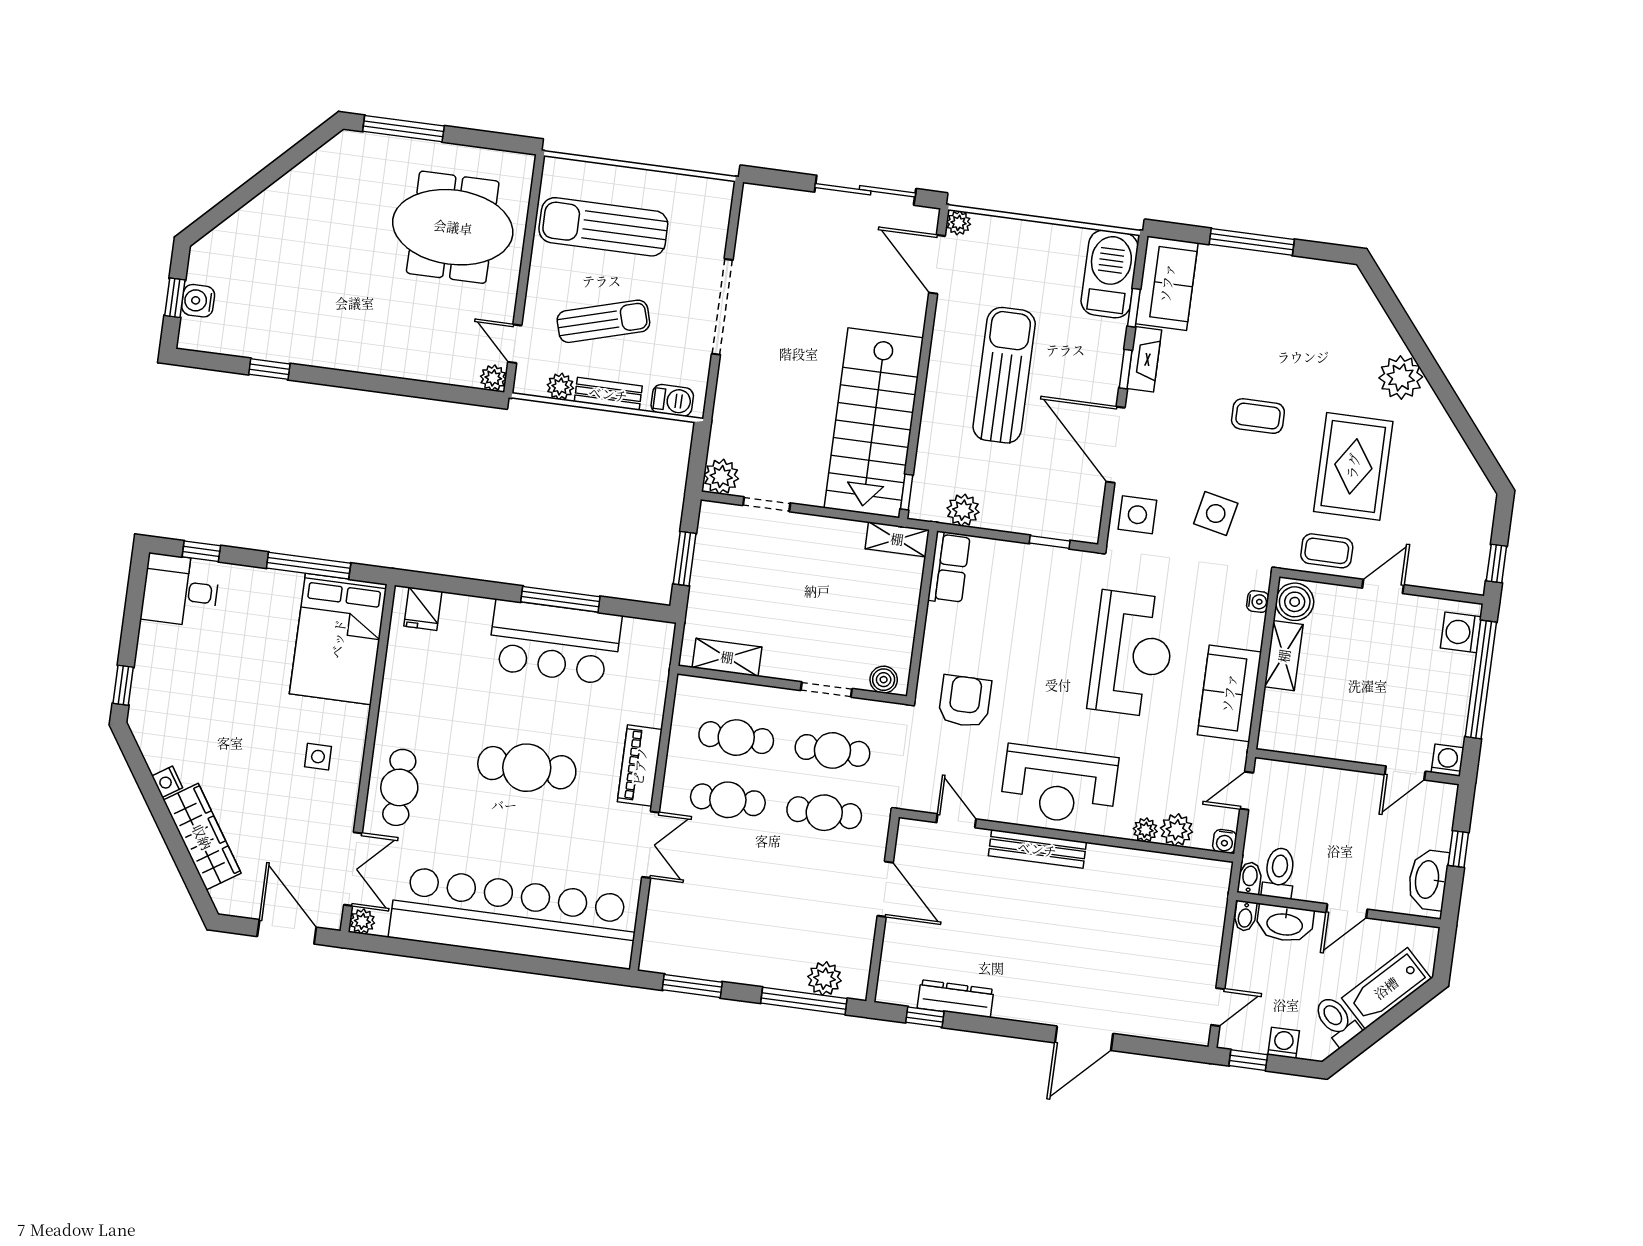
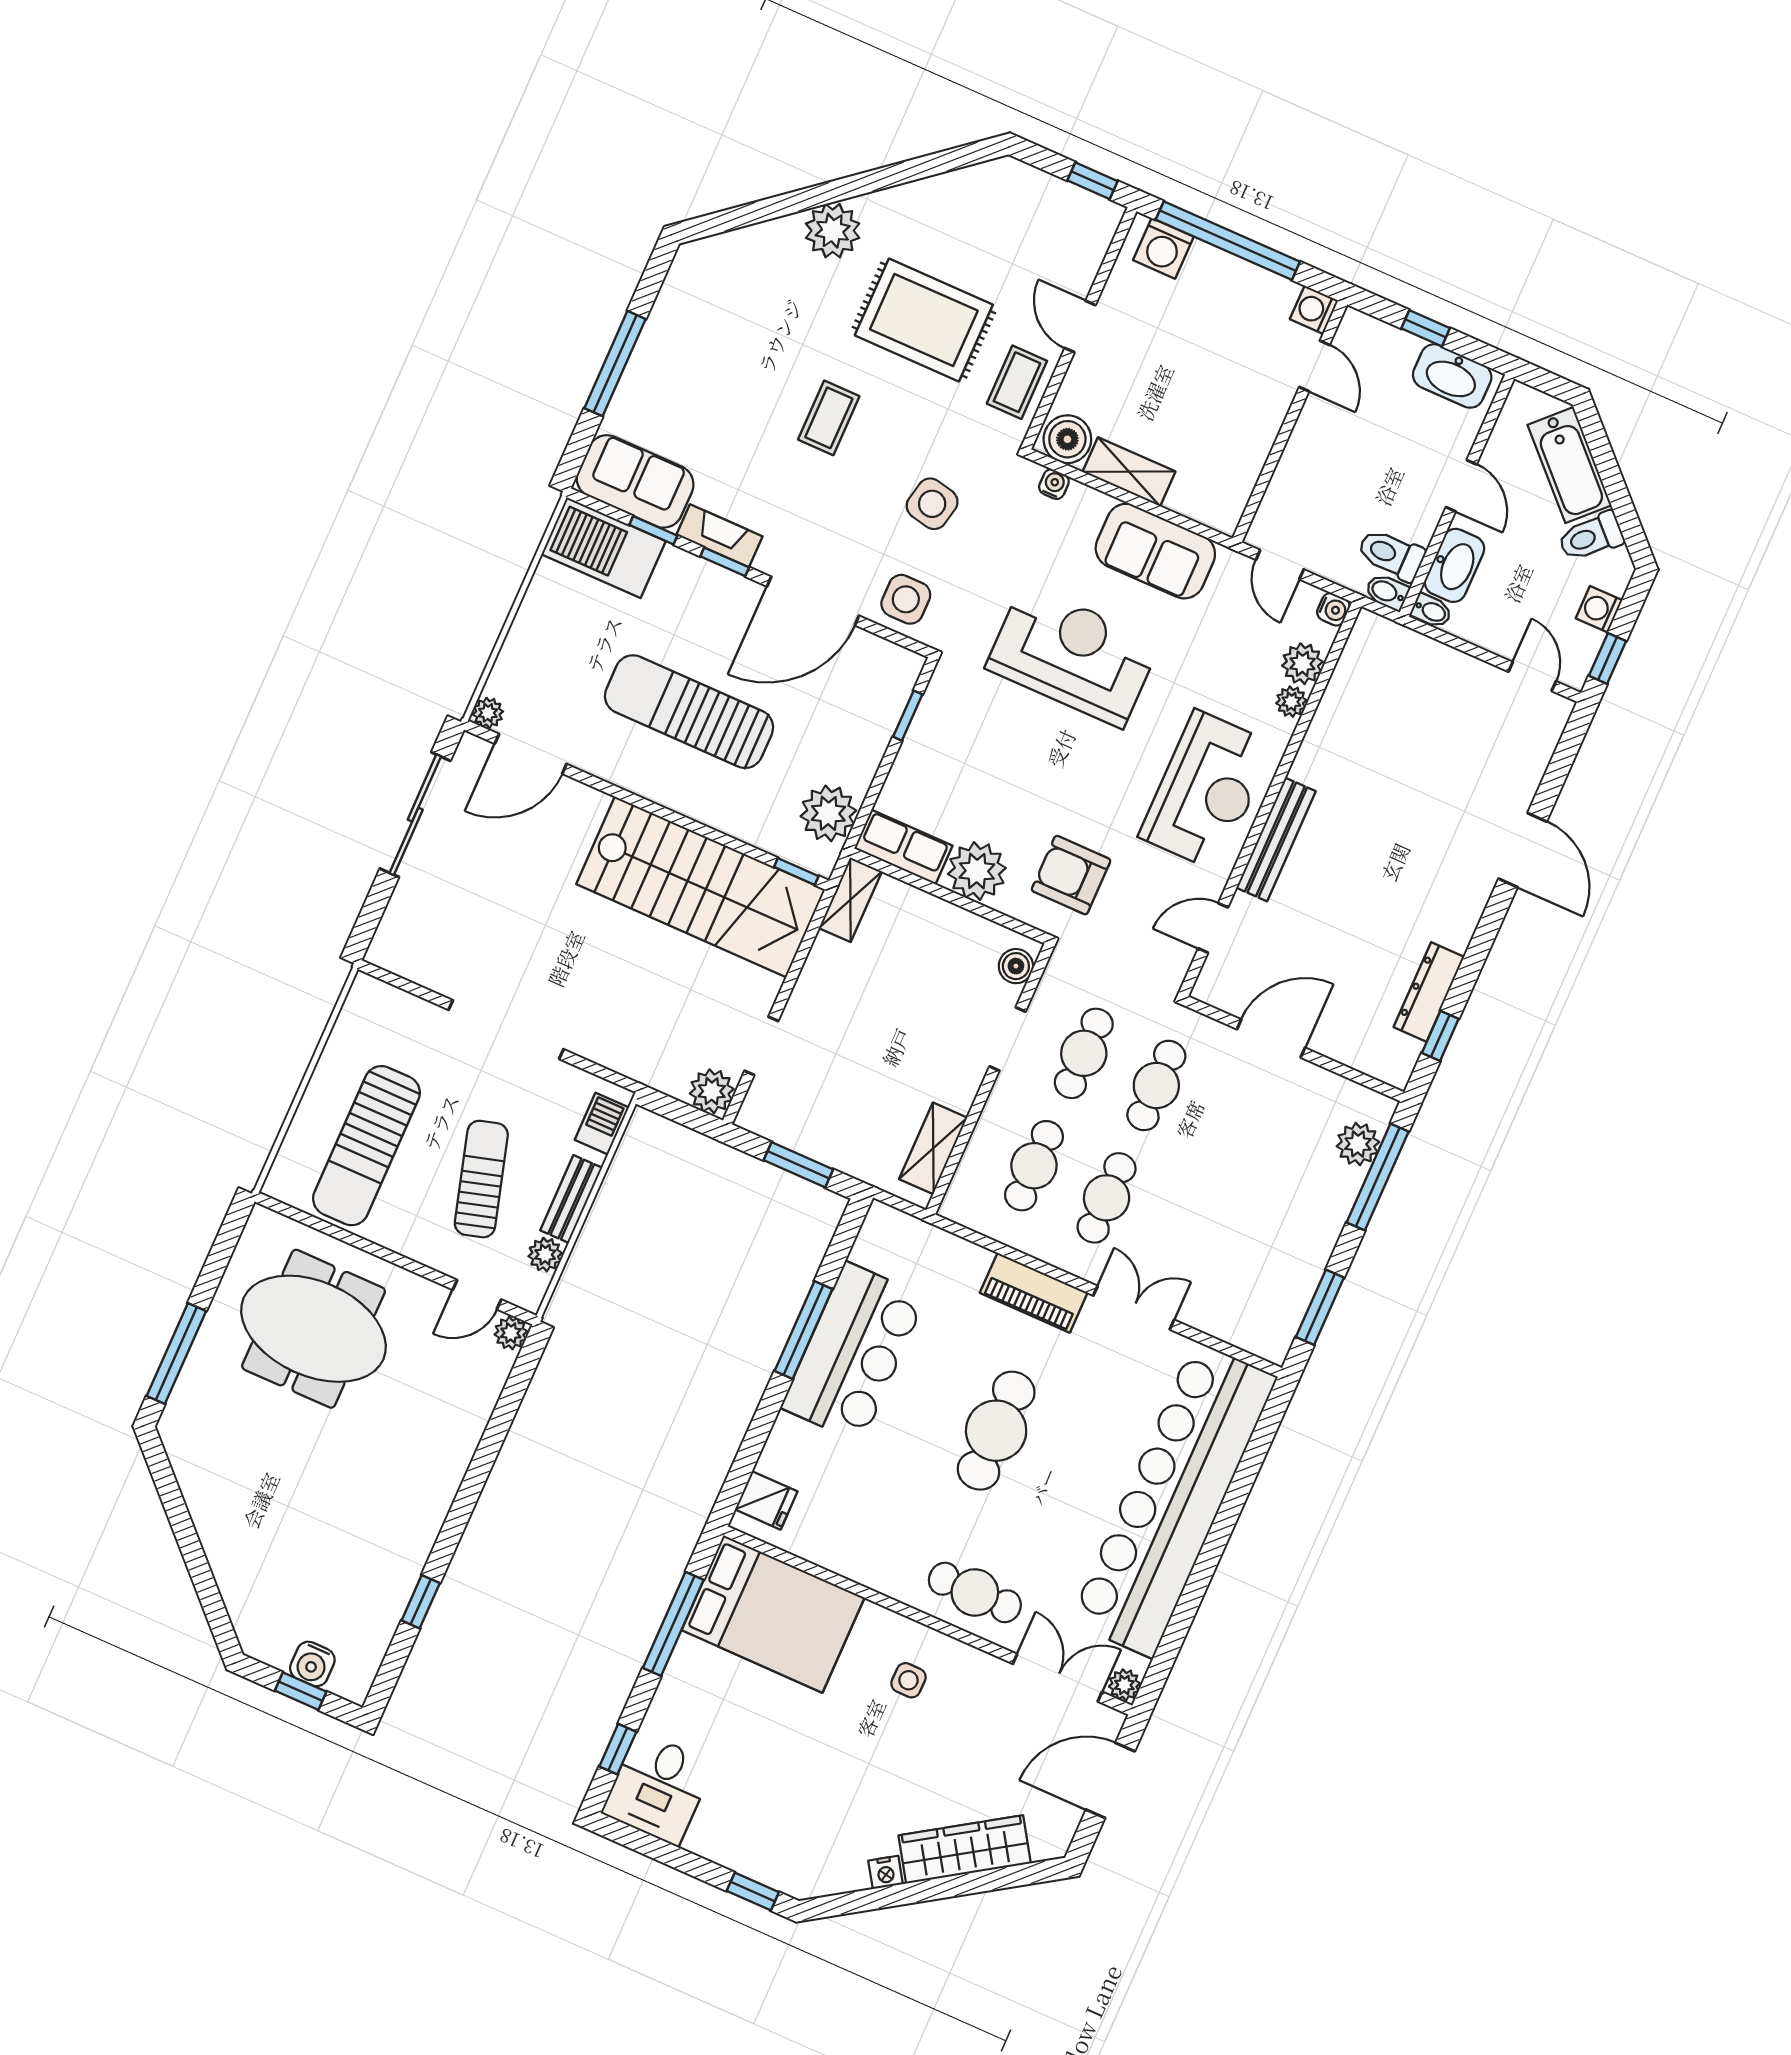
meeting table: (453, 227) -> (314, 1329), turned 90
plant: (963, 510) -> (828, 813), width x1.36, depth x1.36
plant: (947, 629) -> (977, 871), added

